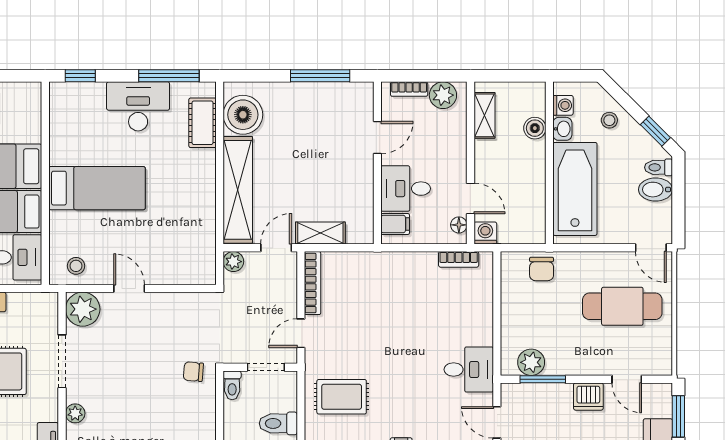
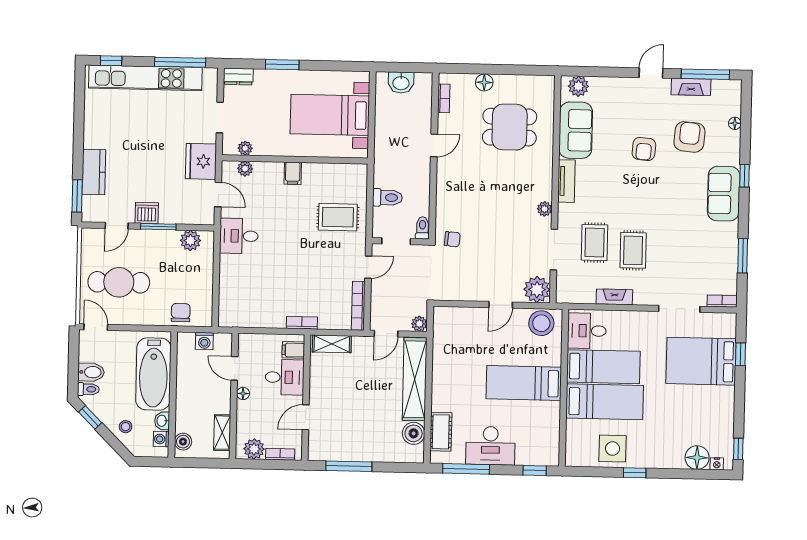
boiler: (243, 115) -> (414, 433), width x0.73, depth x0.73
boiler: (535, 128) -> (183, 442), moved
floor lamp: (459, 225) -> (243, 393), moved
shelving: (320, 233) -> (332, 344), moved
washing machine: (485, 233) -> (204, 341), moved
bookcase: (459, 259) -> (302, 323), moved
stool: (76, 266) -> (541, 323), width x1.89, depth x1.89
door: (129, 288) -> (501, 305), hinge flipped
window: (543, 379) -> (158, 227), moved
door: (627, 379) -> (117, 226), swing flipped

